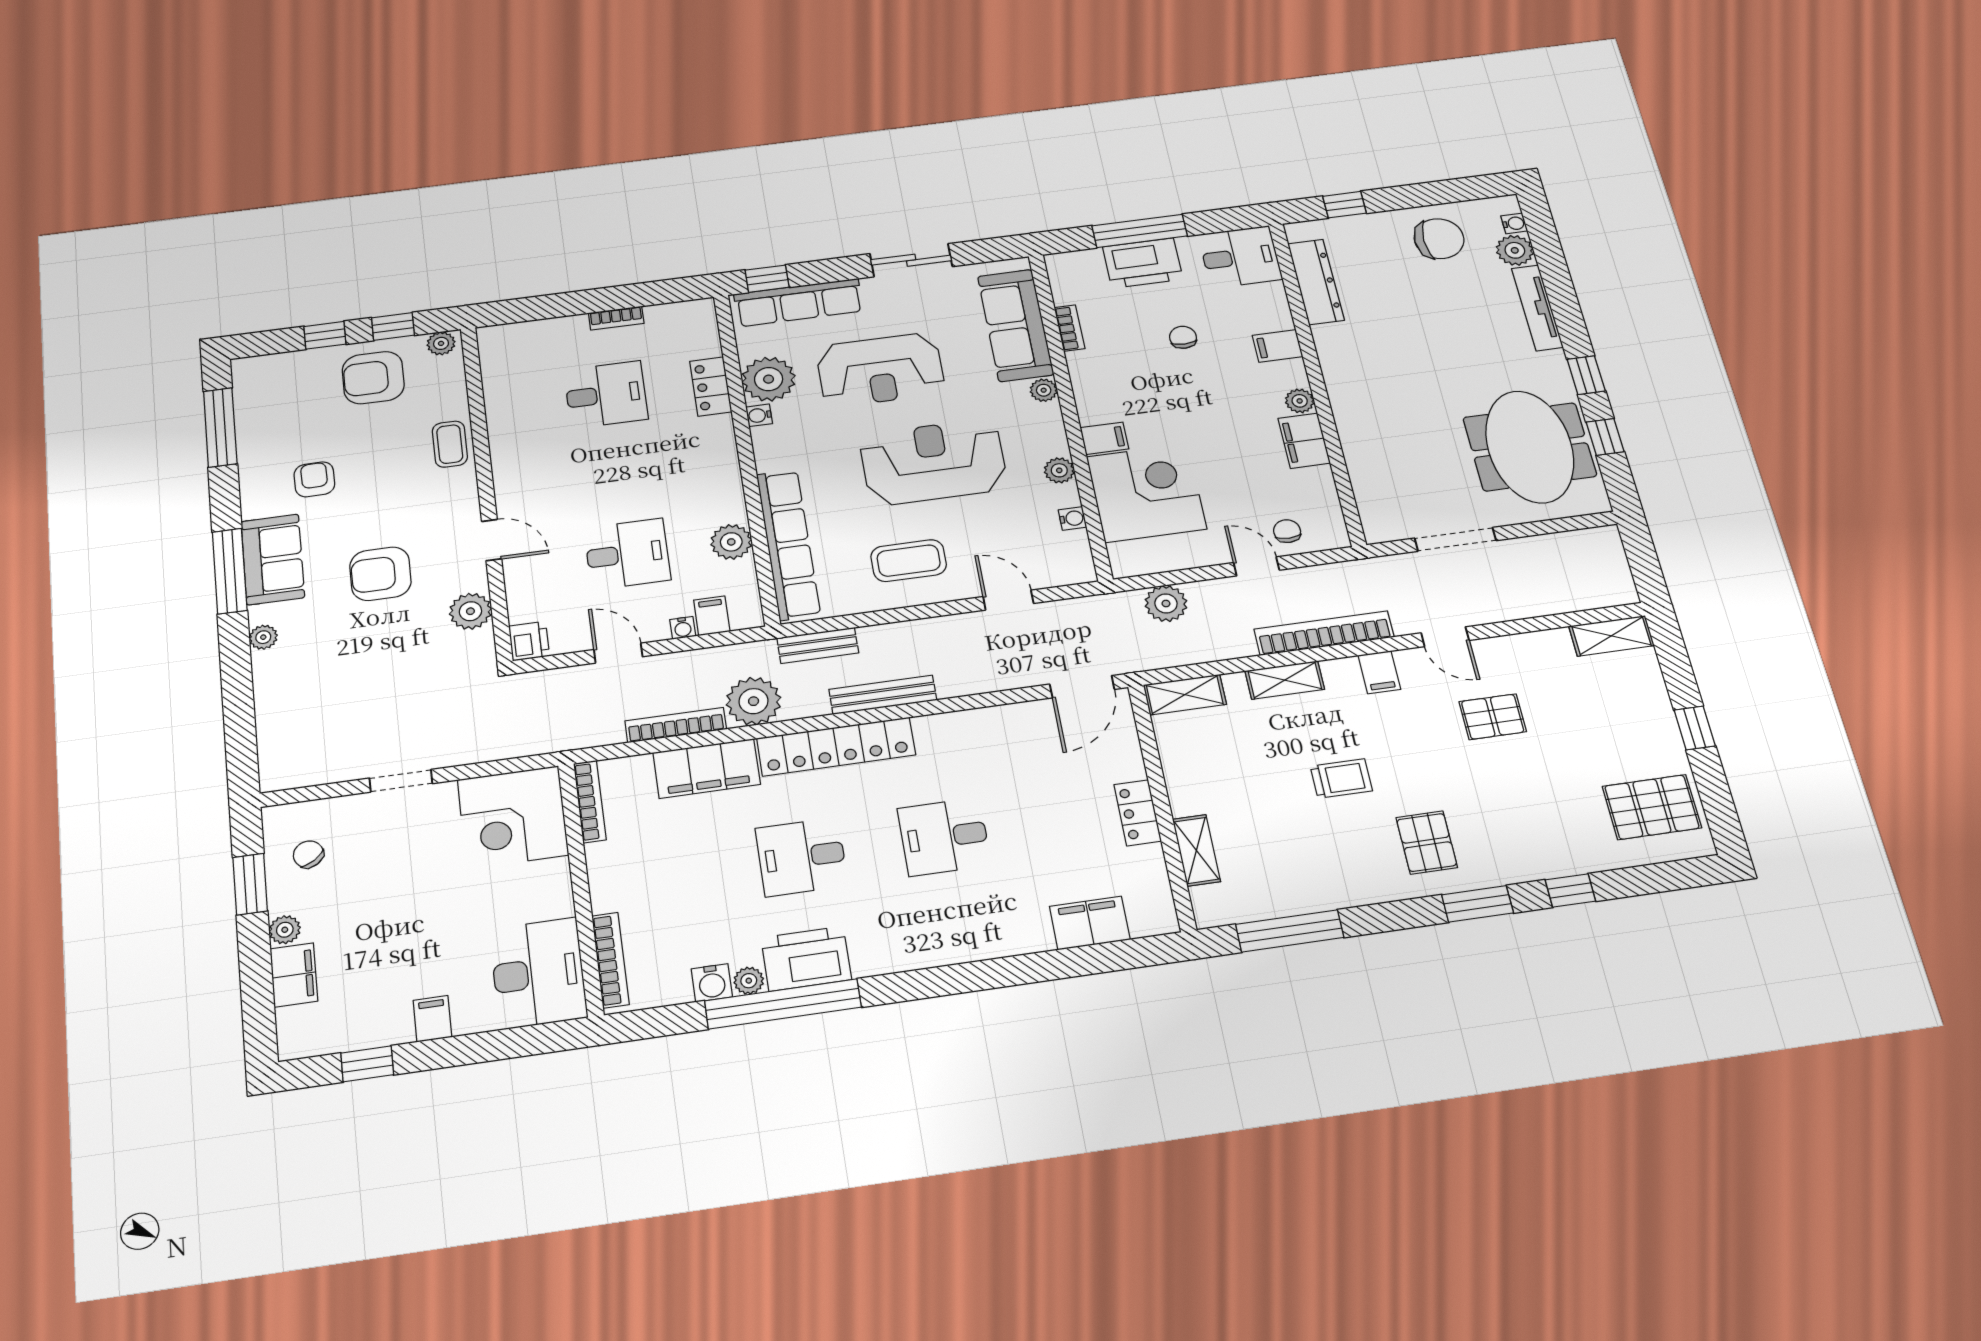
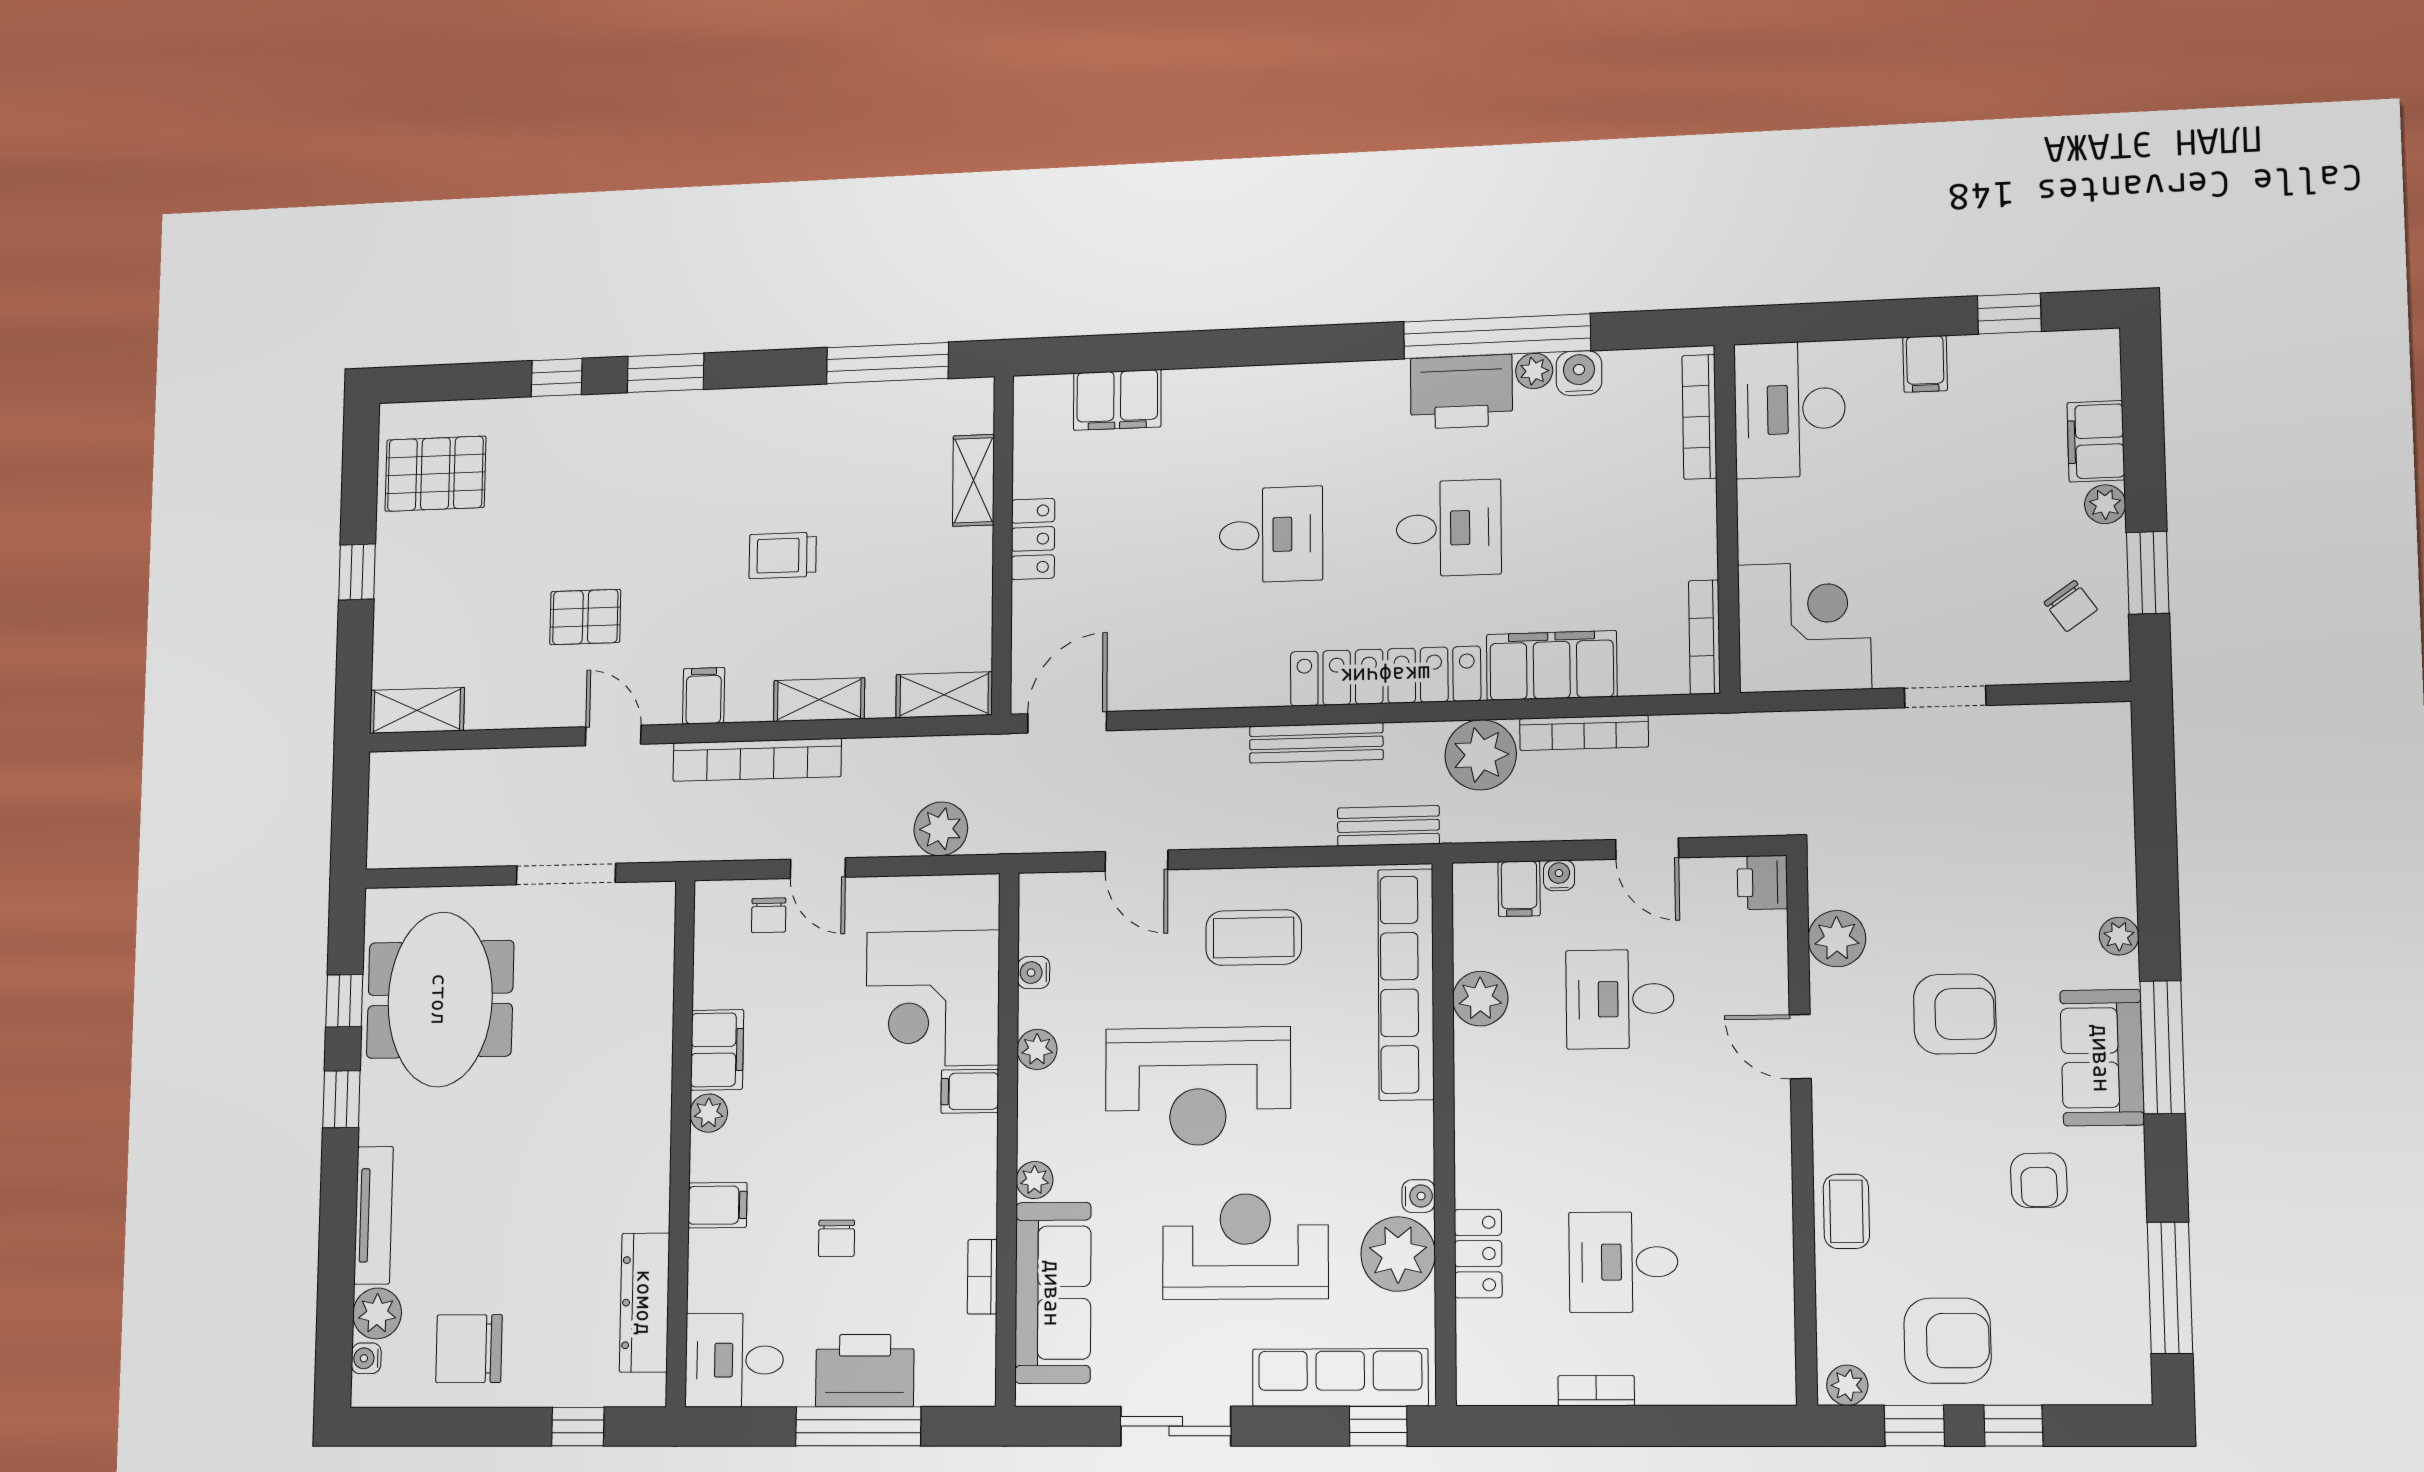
pallet: (1427, 842) -> (704, 459), removed

